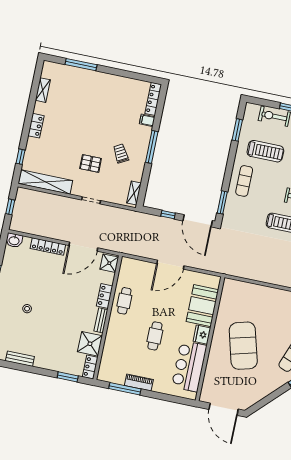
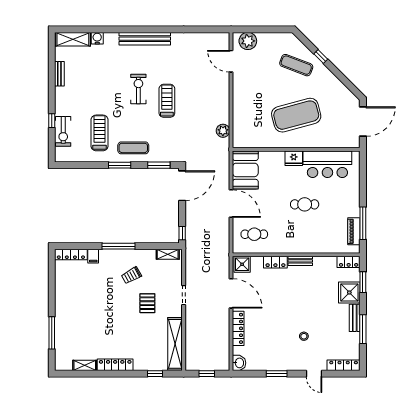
locker: (36, 126) -> (115, 365), width x1.53
window: (237, 130) -> (120, 165), moved
window: (168, 215) -> (182, 233), moved
plant: (243, 271) -> (223, 131), added
cafe table: (124, 301) -> (254, 234), moved
booth: (202, 306) -> (245, 170), moved, turned 90
shower: (90, 344) -> (349, 292), moved
bench: (20, 359) -> (355, 318), moved
window: (22, 367) -> (363, 329), added
piano: (139, 382) -> (354, 231), moved

